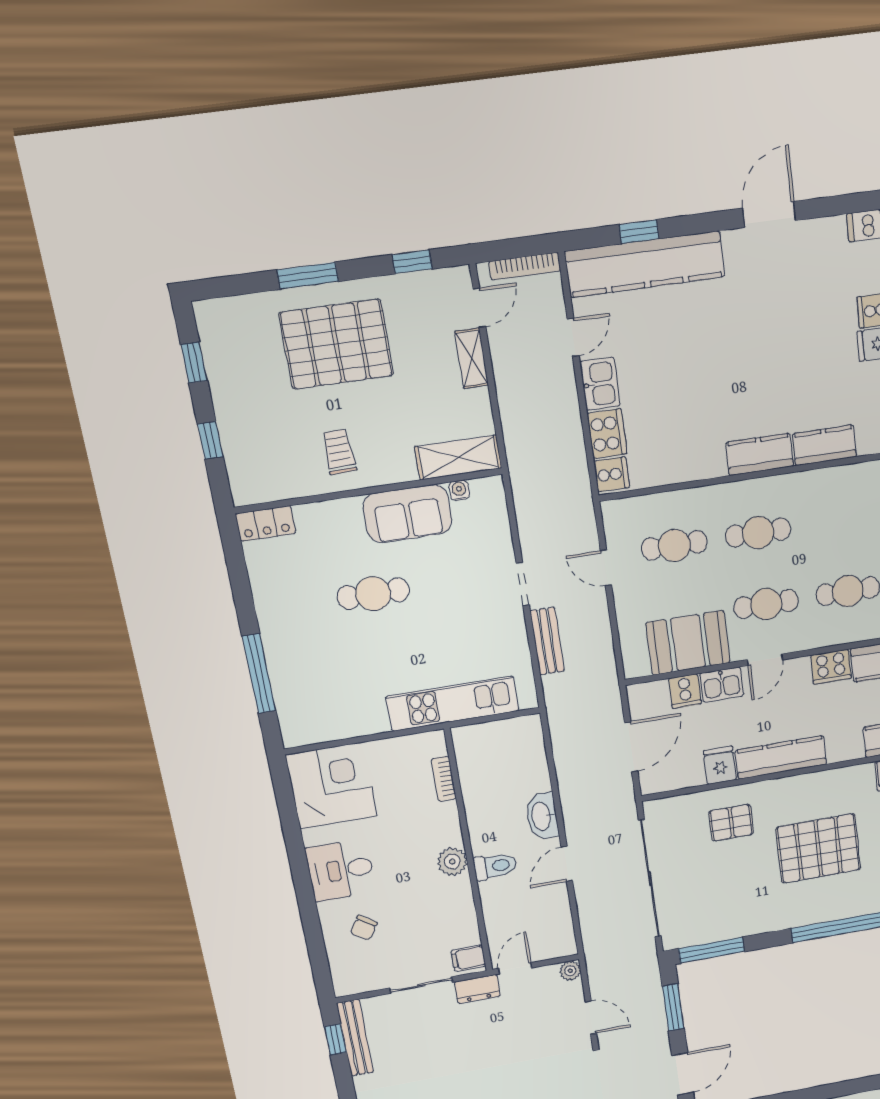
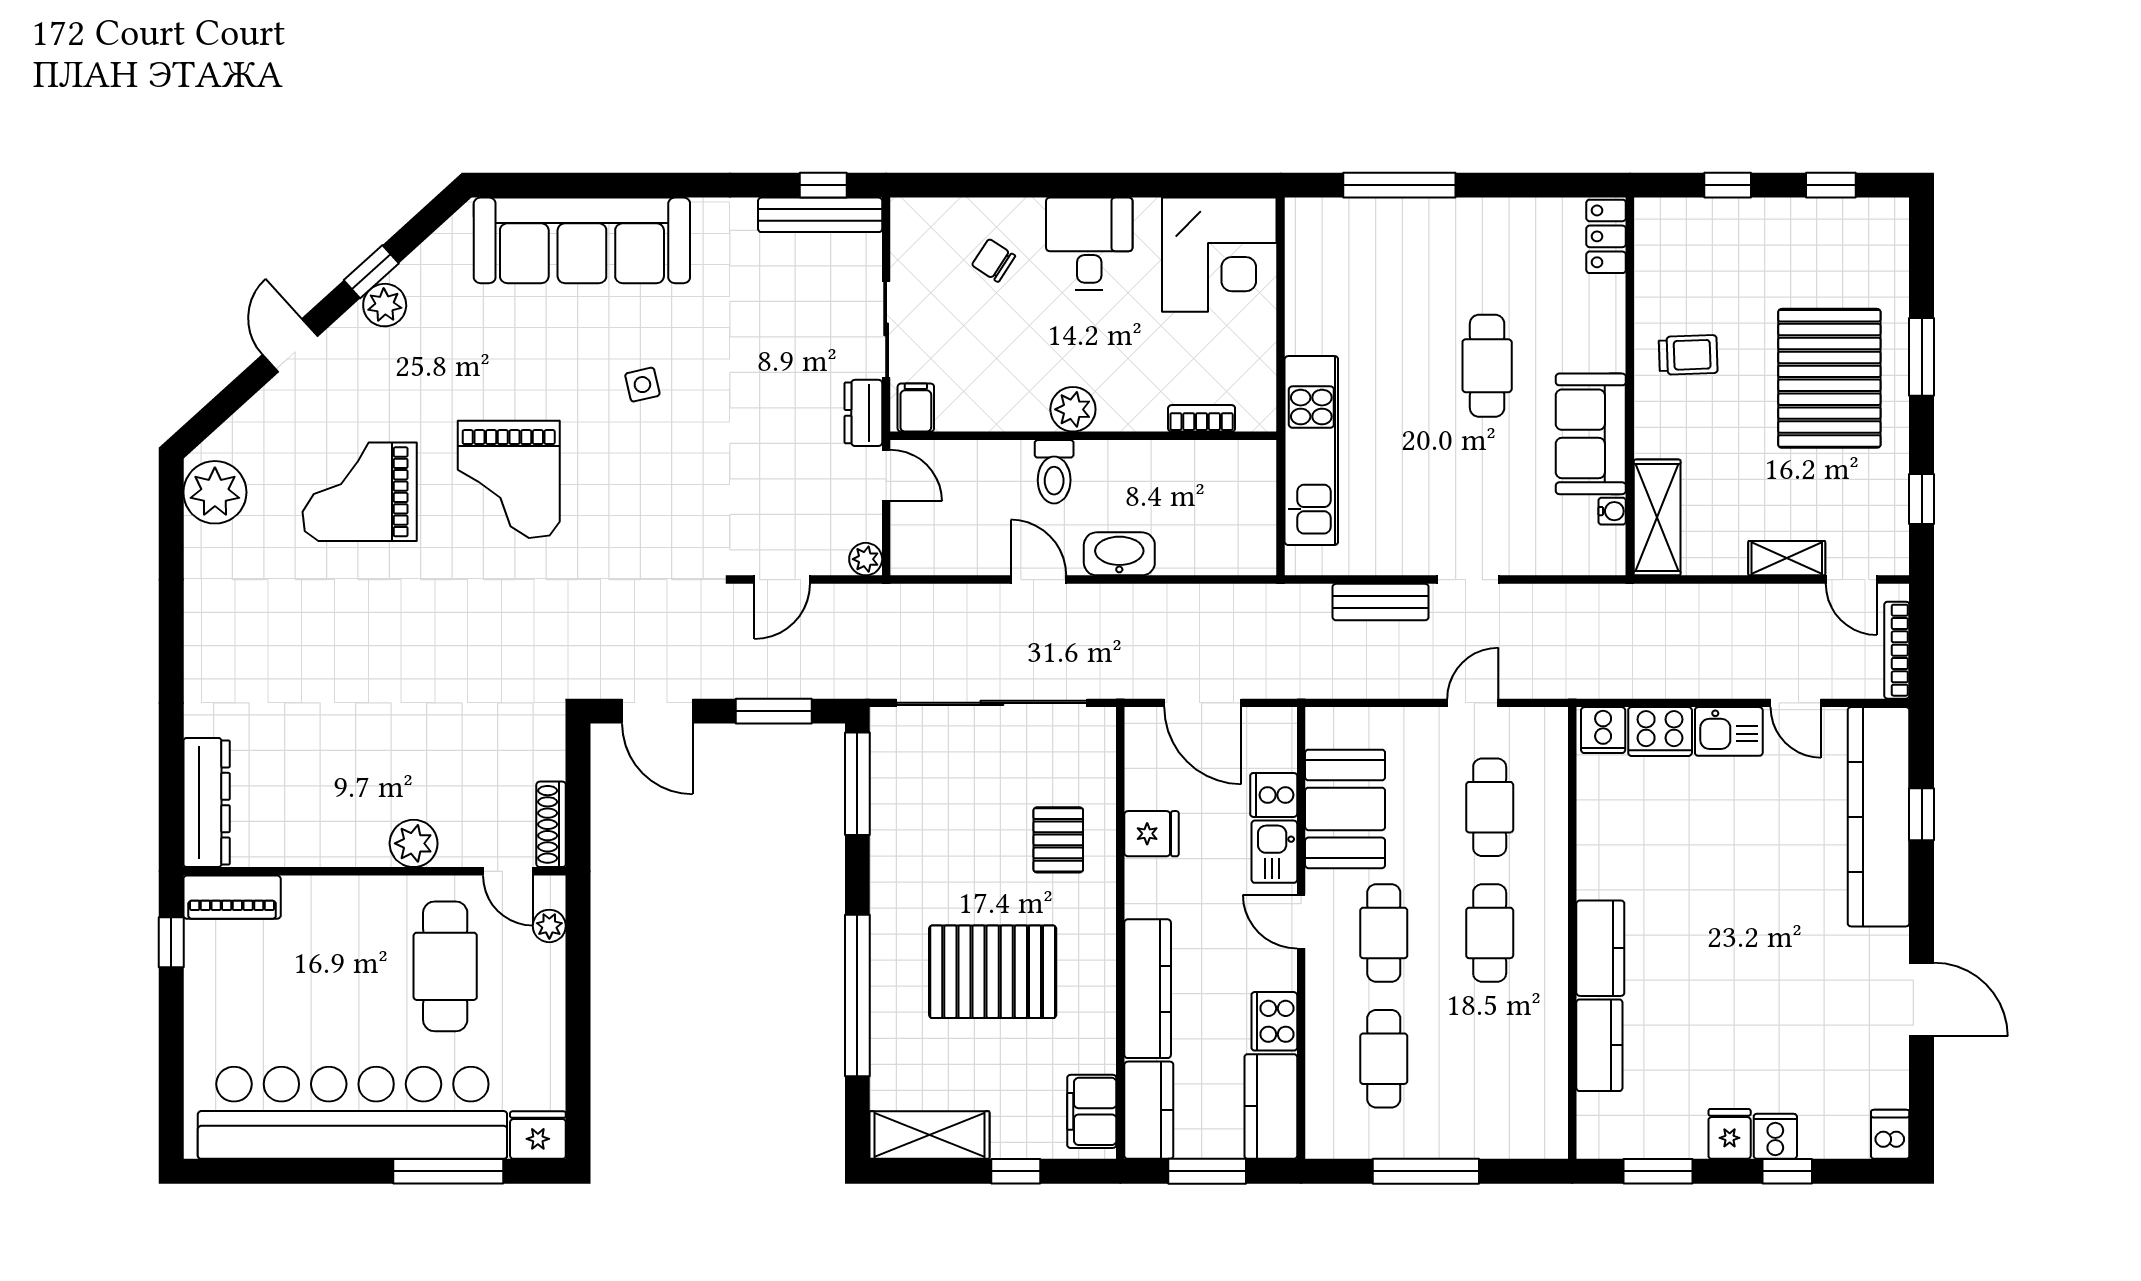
kitchen counter: (781, 757) -> (1148, 989), moved
pallet: (818, 848) -> (993, 972), turned 90

